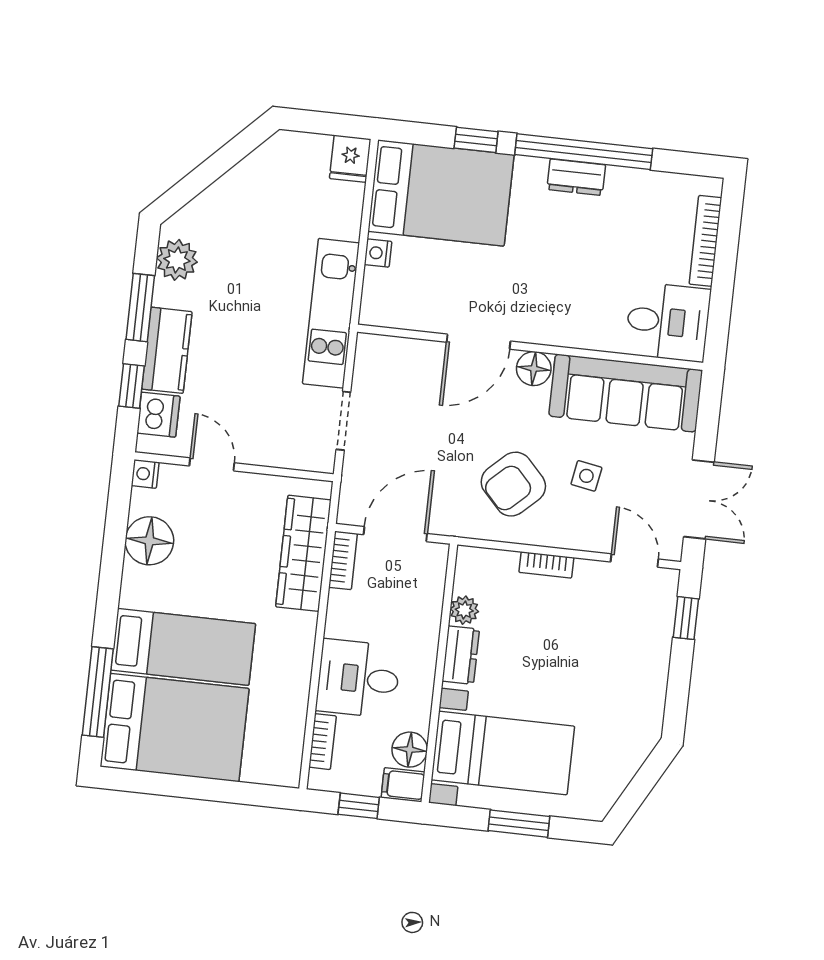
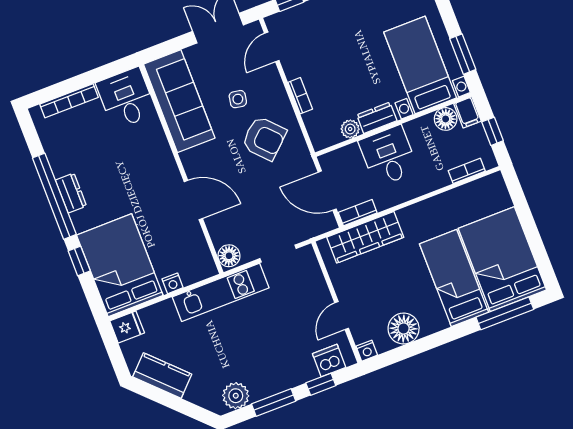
kitchen counter: (167, 350) -> (162, 375), moved, turned 45
floor lamp: (534, 369) -> (229, 256), moved
desk: (358, 679) -> (388, 156), moved, turned 180
window: (519, 824) -> (463, 54), moved

